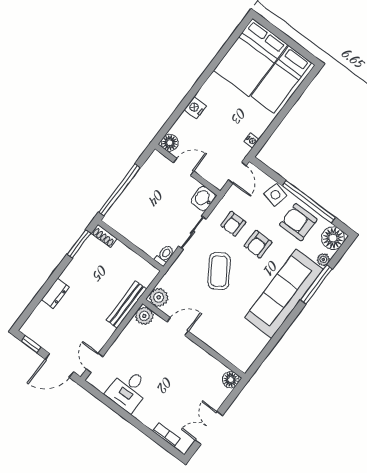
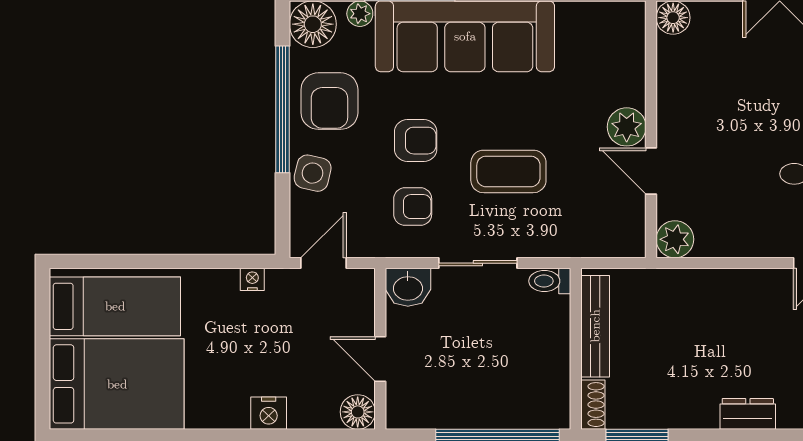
coffee table: (219, 271) -> (508, 171), turned 34
plant: (159, 297) -> (627, 127), moved
bench: (127, 305) -> (595, 326), moved, turned 90

